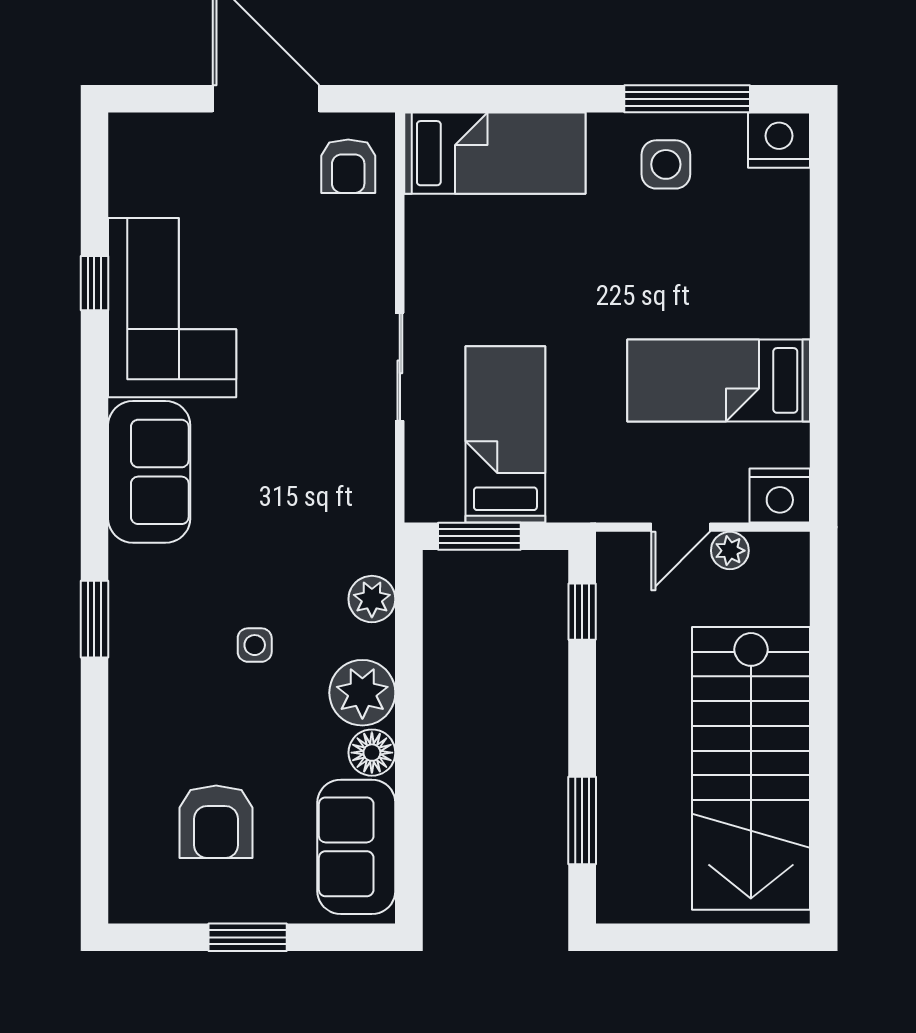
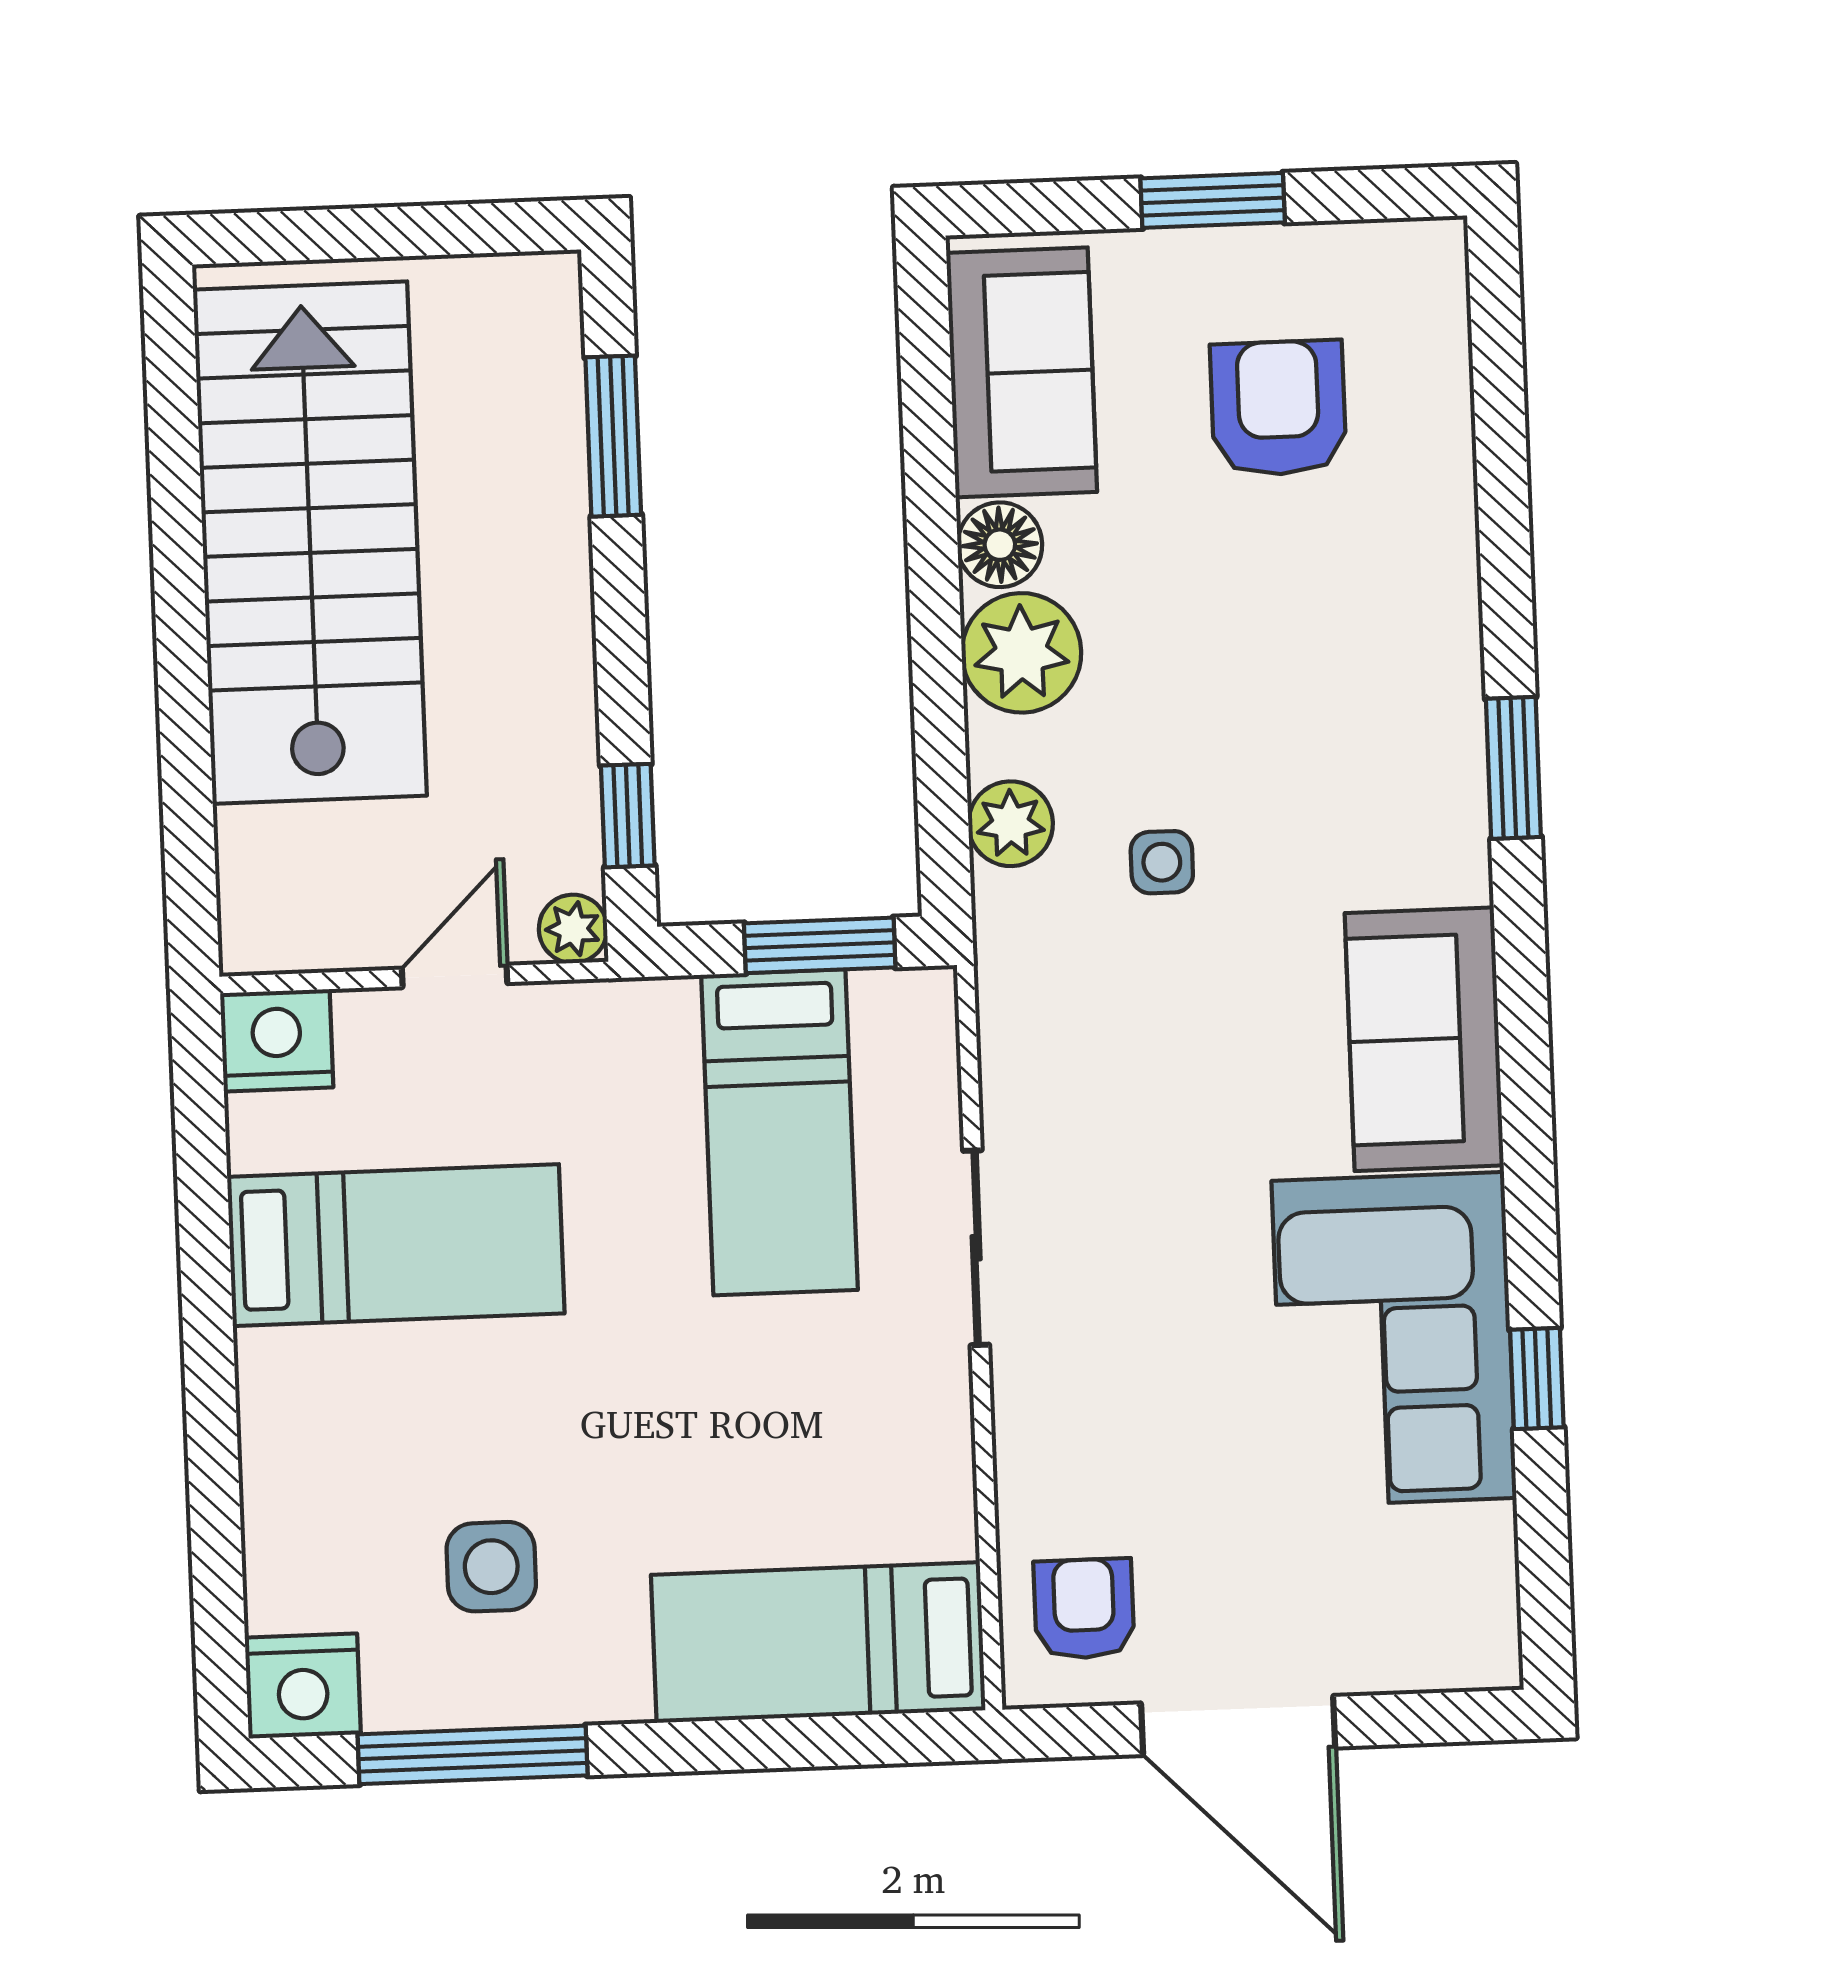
side table: (666, 164) -> (491, 1567), moved
plant: (730, 551) -> (573, 929), moved
side table: (255, 645) -> (1162, 862), moved

